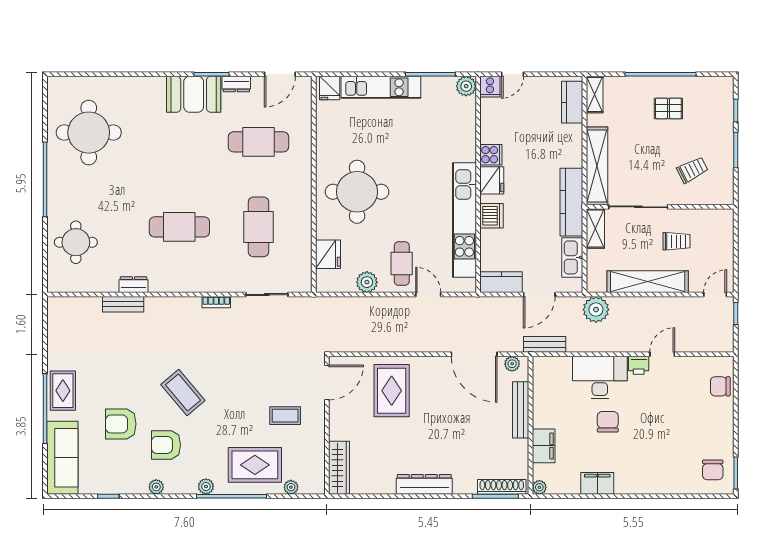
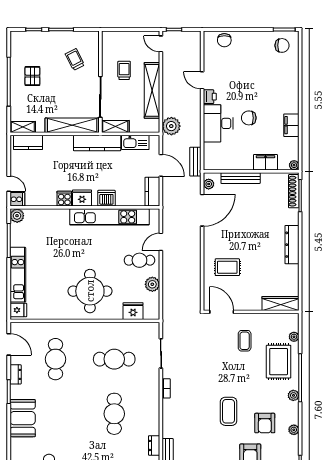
booth: (194, 94) -> (23, 418), moved
rug: (392, 391) -> (227, 267), width x0.73, depth x0.70
coffee table: (183, 392) -> (229, 411), turned -50

